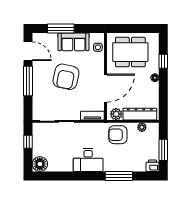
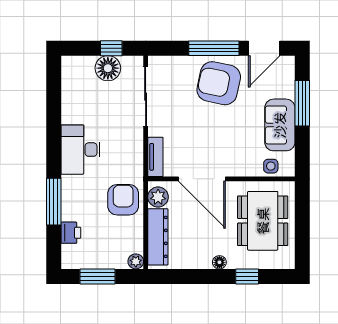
armchair: (66, 77) -> (219, 83), moved
plant: (142, 127) -> (136, 261), moved
floor lamp: (40, 164) -> (108, 68), moved
printer: (153, 166) -> (71, 233), moved

